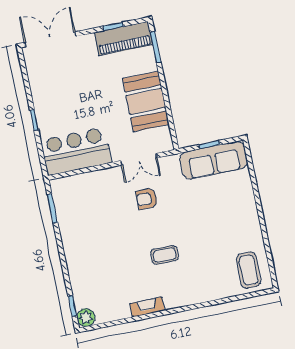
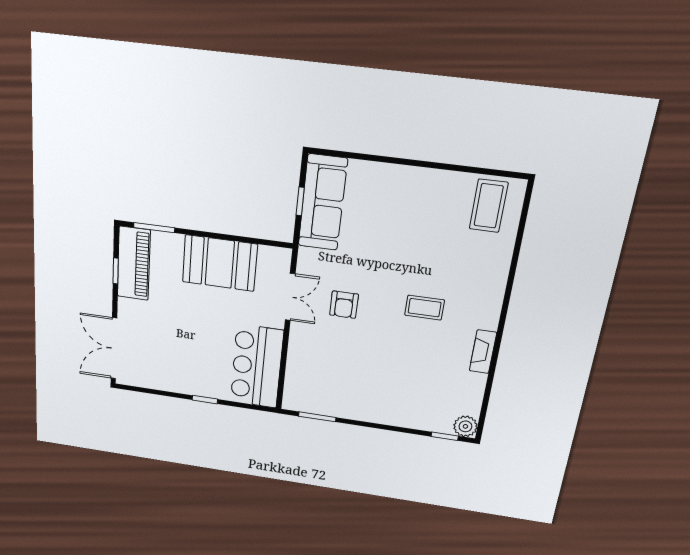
coffee table: (165, 255) -> (425, 308), turned 90
coffee table: (249, 270) -> (489, 206), turned 90

